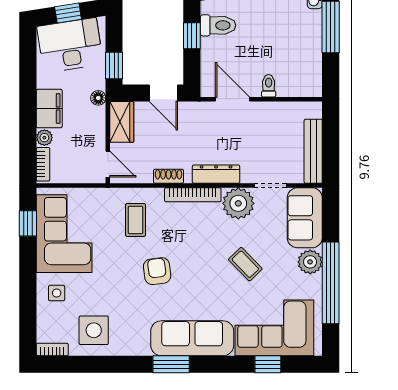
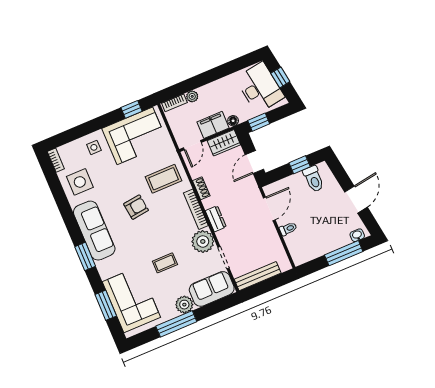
filing cabinet: (49, 109) -> (213, 125), moved, turned 180
dresser: (216, 174) -> (216, 219), width x0.70
coffee table: (135, 220) -> (164, 179), width x1.36, depth x1.30
coffee table: (245, 264) -> (165, 263), turned 44
window: (331, 283) -> (176, 324), width x0.68
sofa: (192, 338) -> (94, 231), moved
window: (171, 364) -> (85, 256), moved
window: (268, 364) -> (106, 305), width x1.50

